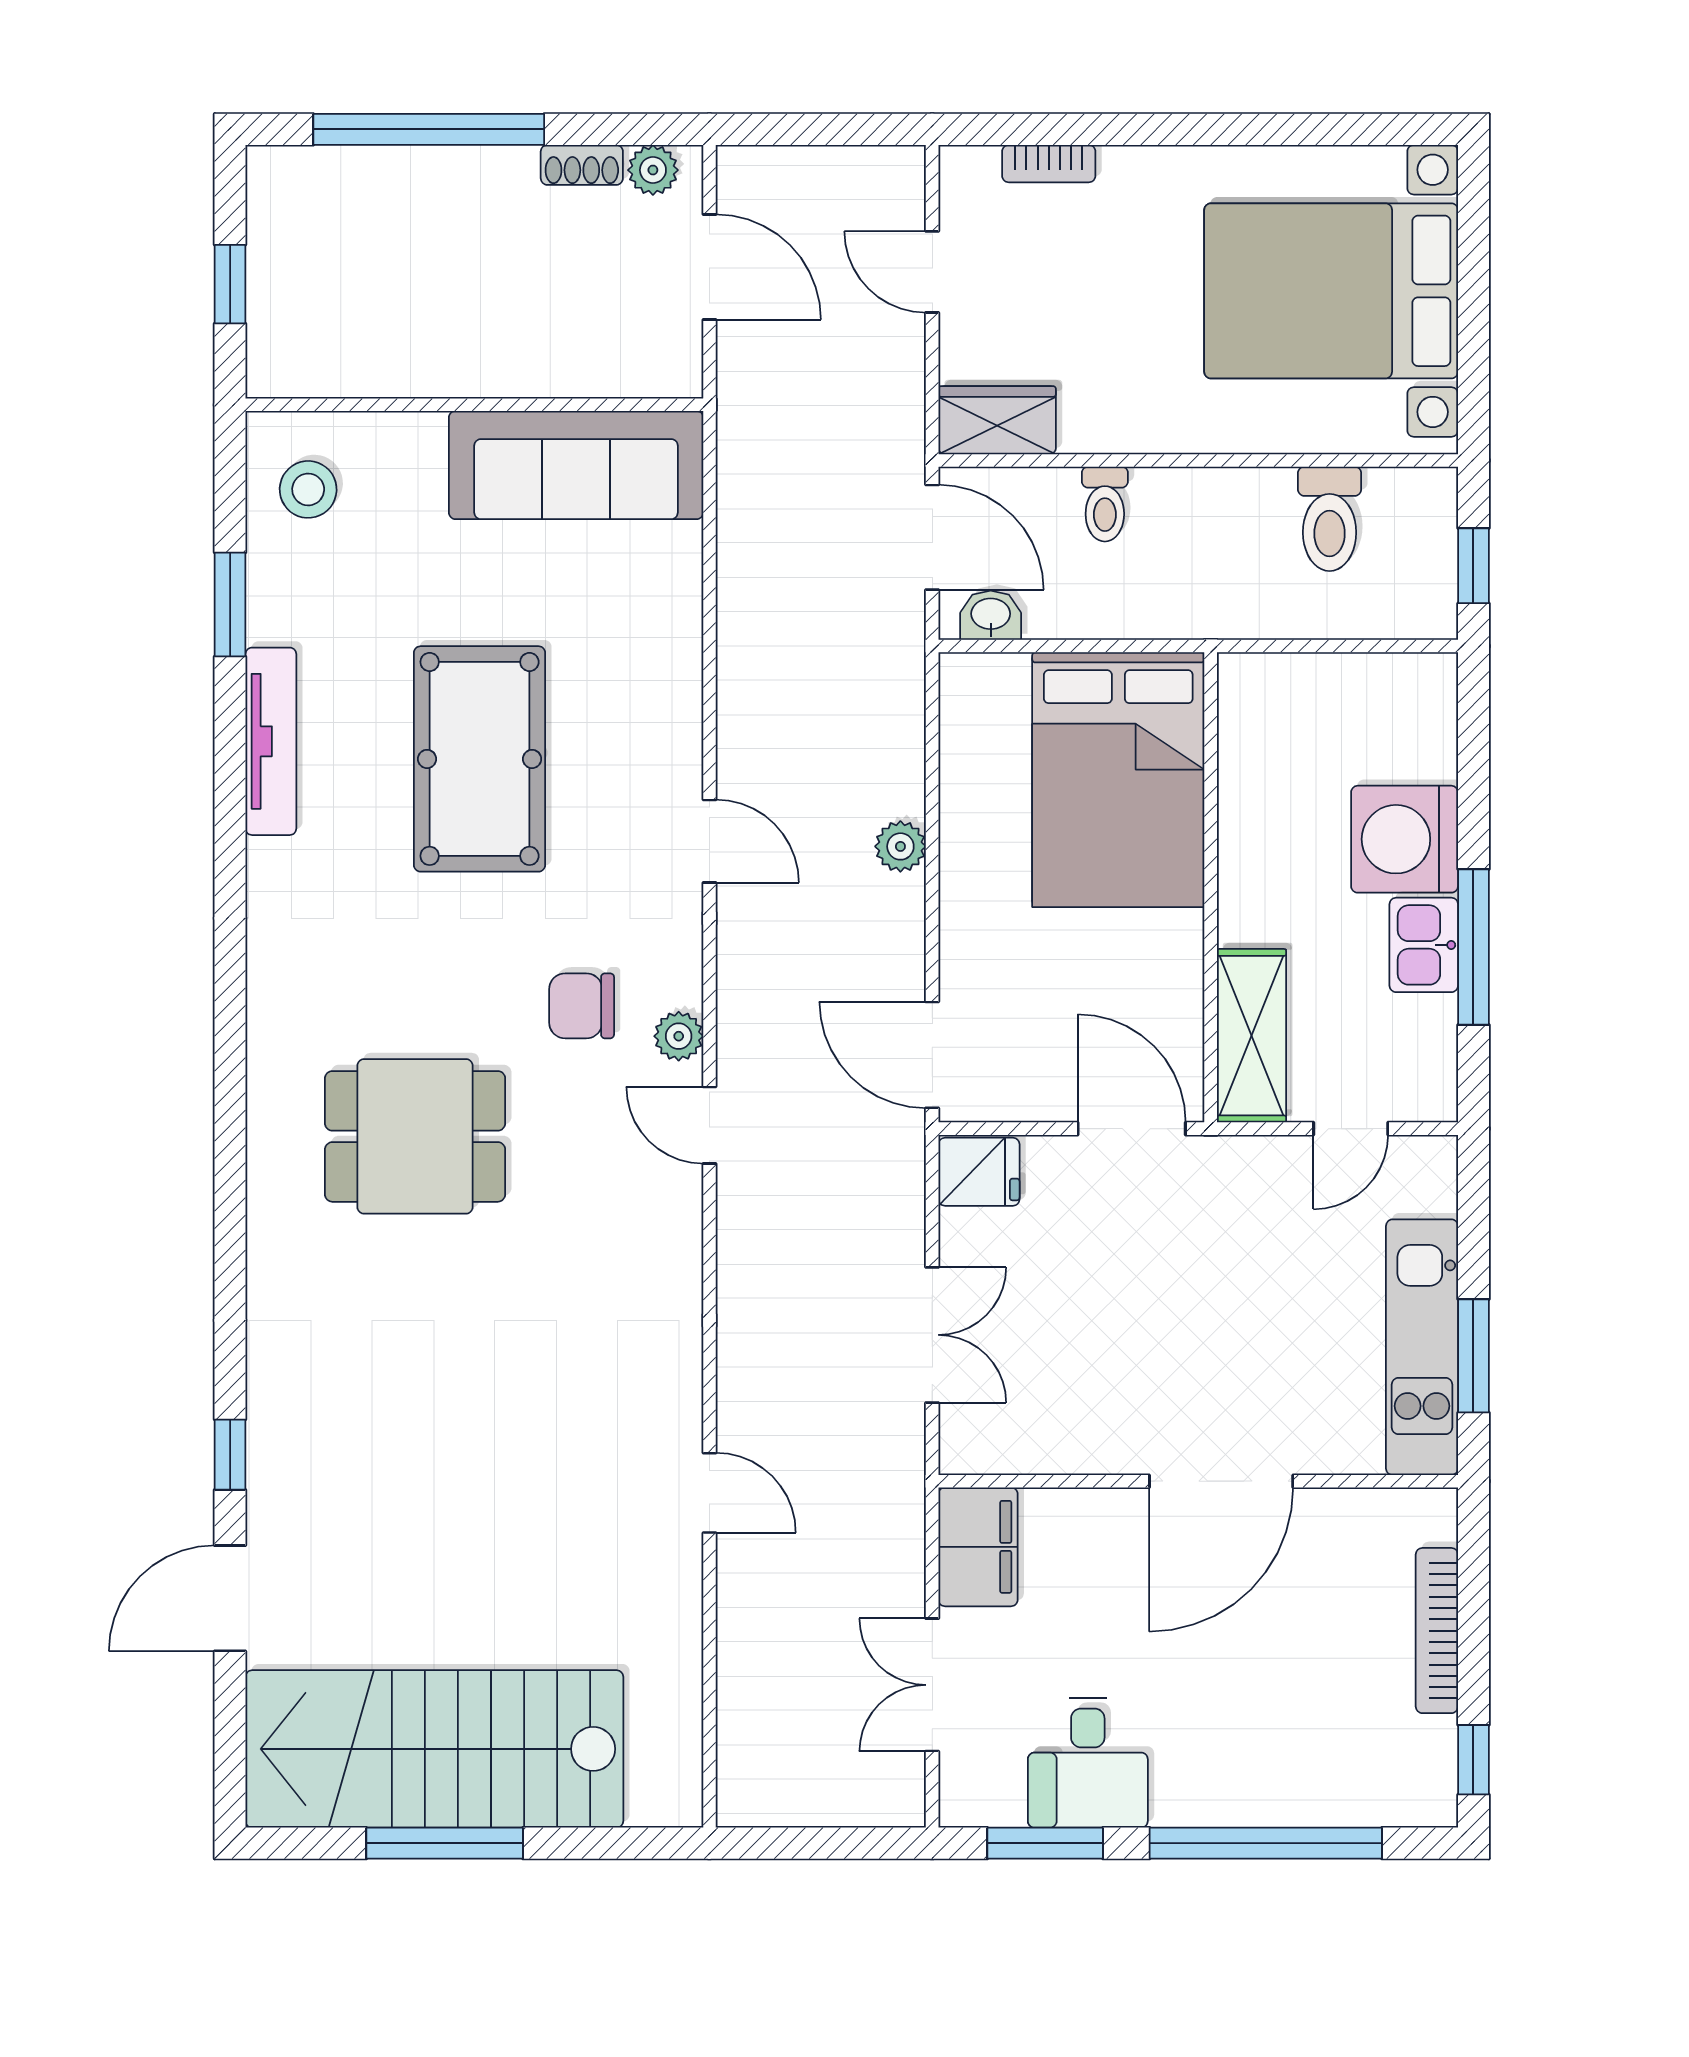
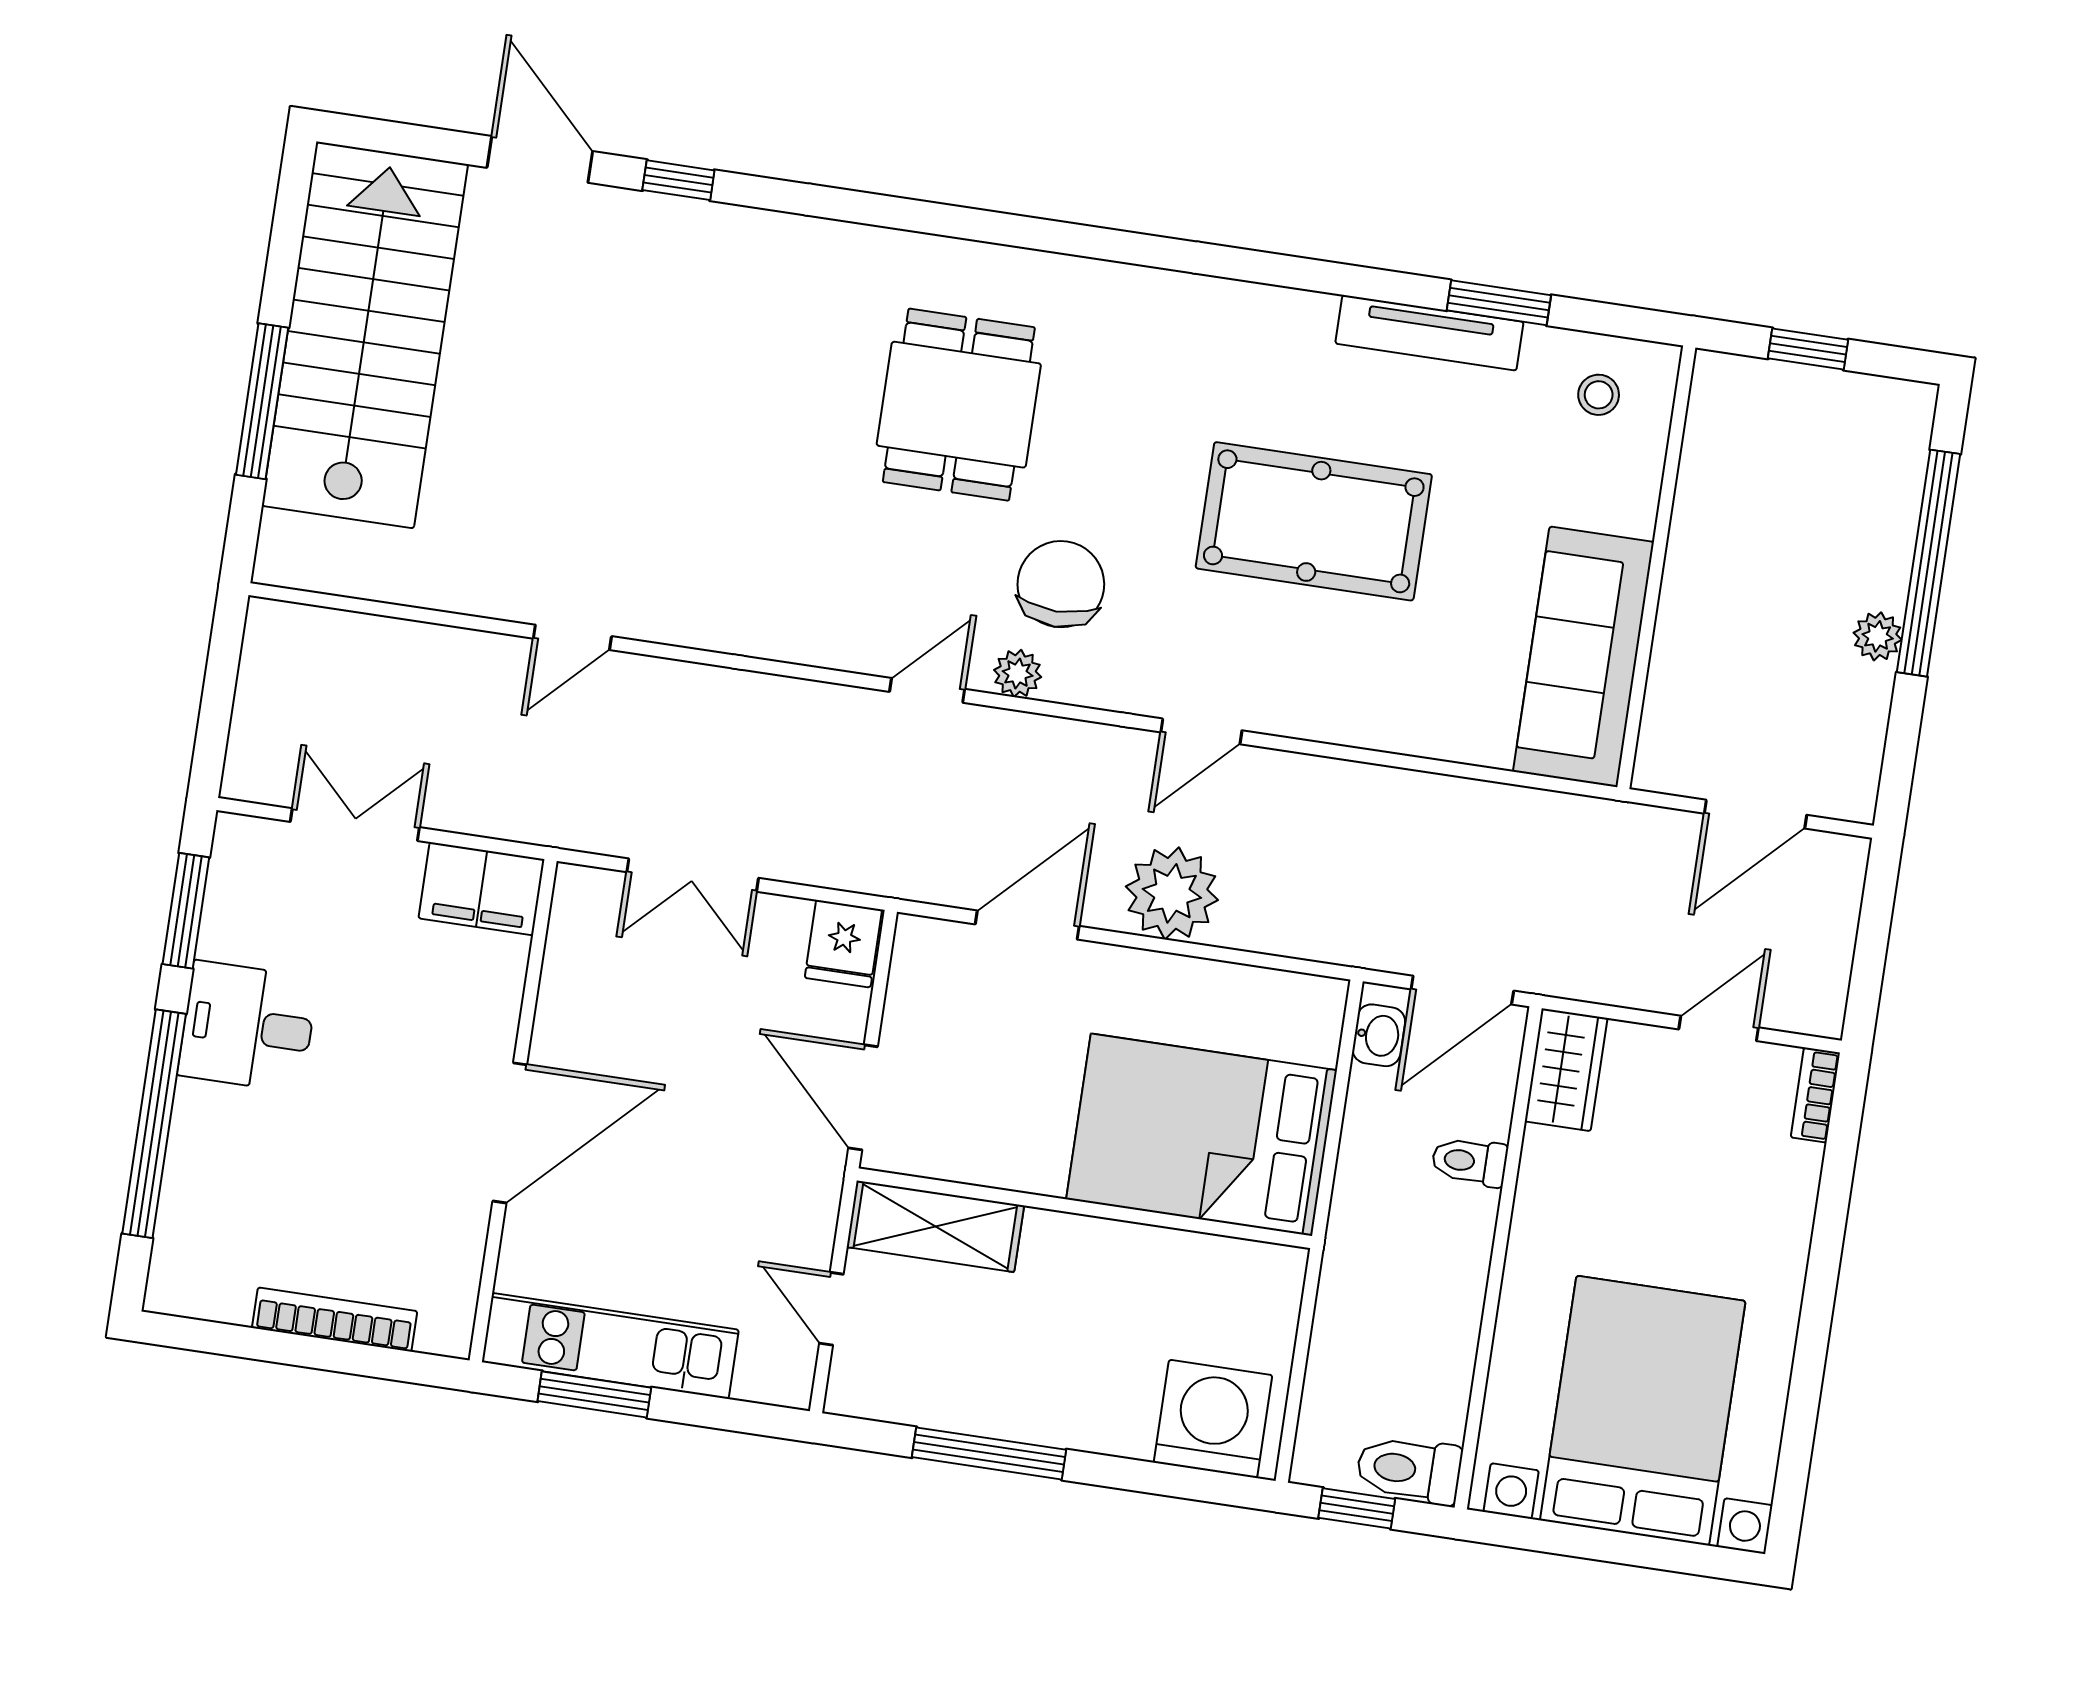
bookcase: (1049, 164) -> (1815, 1095), moved
shoe rack: (582, 165) -> (1872, 706), removed
plant: (653, 170) -> (1878, 636), moved
stool: (308, 489) -> (1599, 395), width x0.73, depth x0.73
toilet: (1330, 519) -> (1409, 1470), moved
tv unit: (271, 741) -> (1429, 333), moved
washing machine: (1405, 839) -> (1213, 1419), moved
plant: (900, 846) -> (1172, 893), width x1.88, depth x1.88
kitchen sink: (1424, 945) -> (998, 1406), removed
chair: (582, 1006) -> (1061, 584), width x1.37, depth x1.37
door: (932, 1055) -> (1027, 925), moved
door: (1132, 1129) -> (863, 1097), swing flipped
door: (1221, 1481) -> (510, 1133), swing flipped
window: (1473, 1760) -> (205, 1336), removed
desk: (1088, 1763) -> (248, 1027), moved
window: (445, 1843) -> (262, 401), moved

